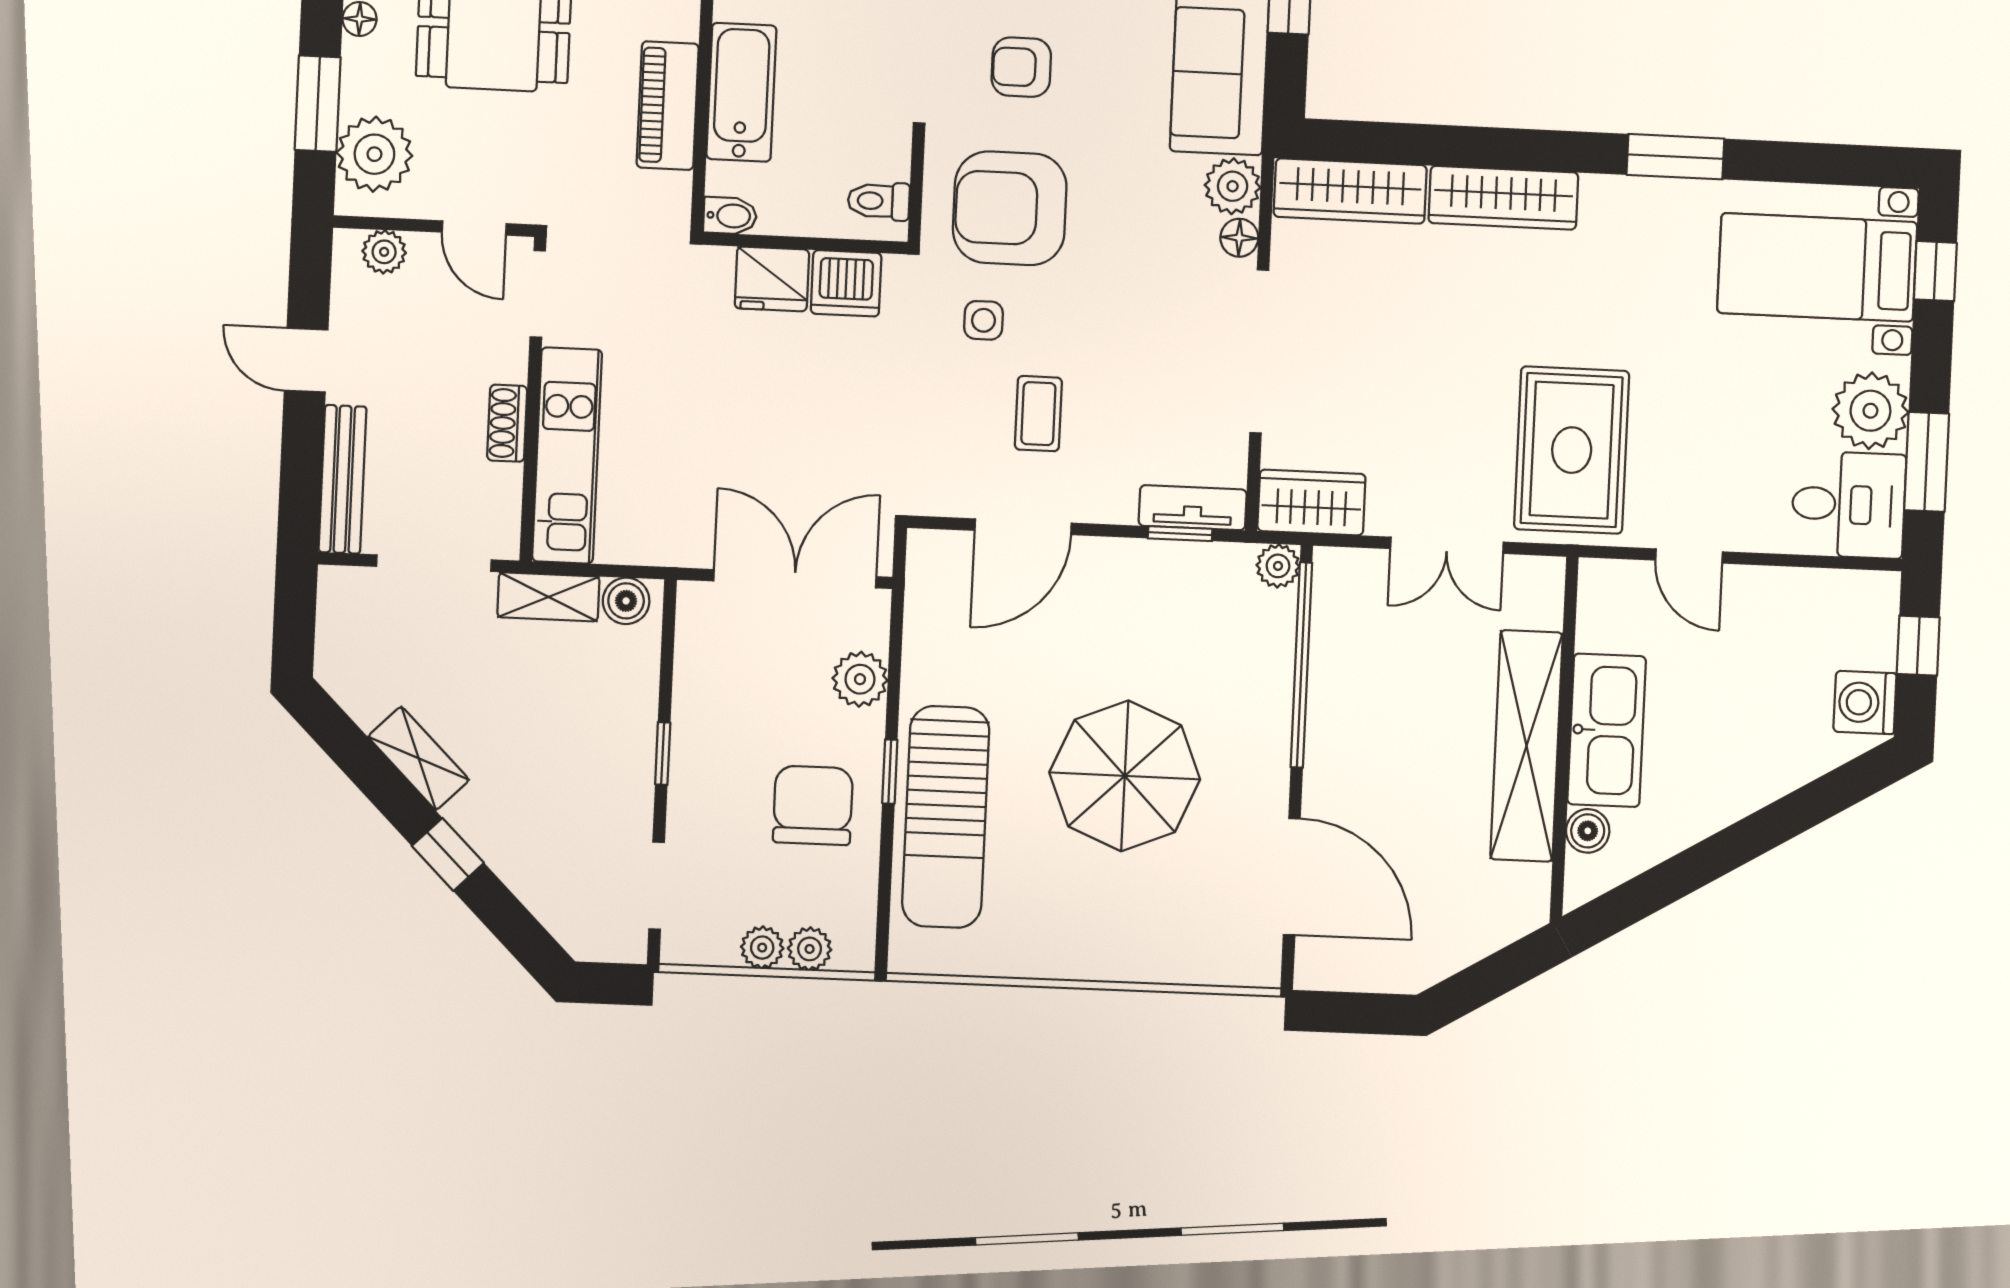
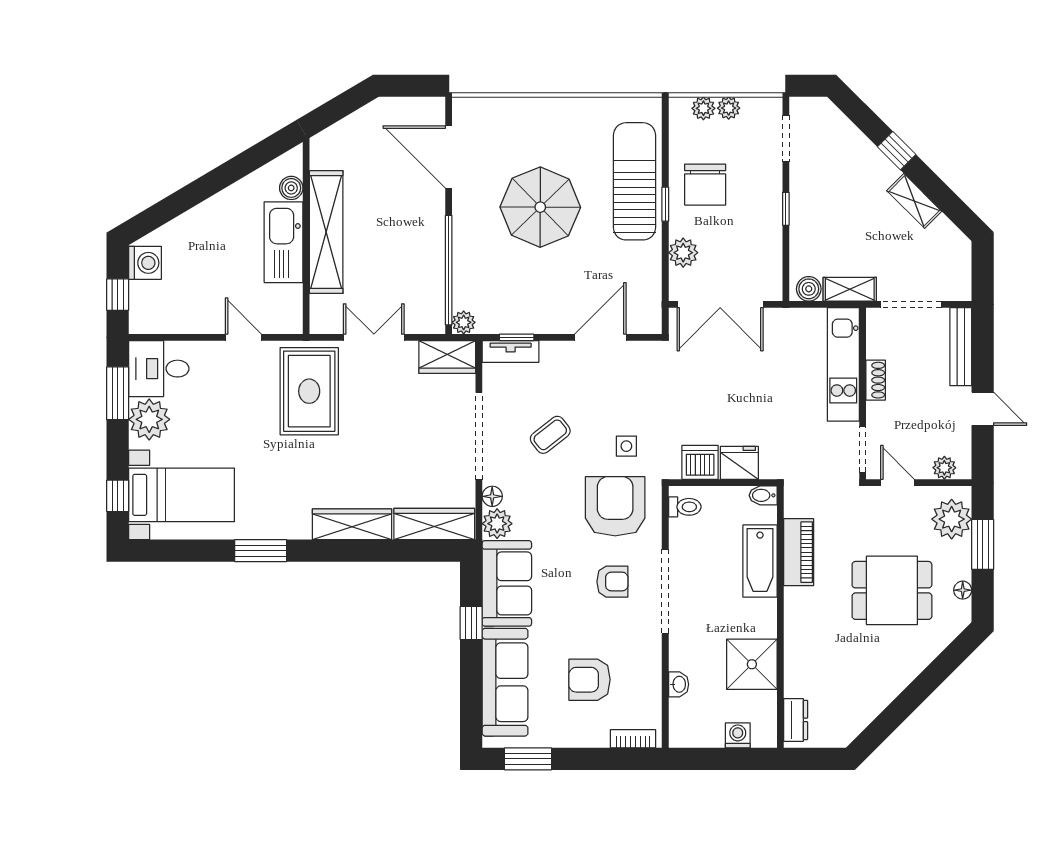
armchair: (1010, 208) -> (615, 506), turned -90
coffee table: (1038, 414) -> (550, 435), moved, turned 52

